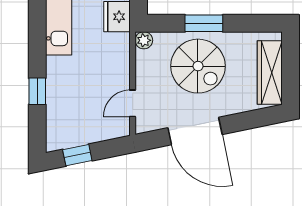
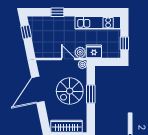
plant: (119, 45) -> (80, 52), added
door: (133, 103) -> (68, 59), moved

